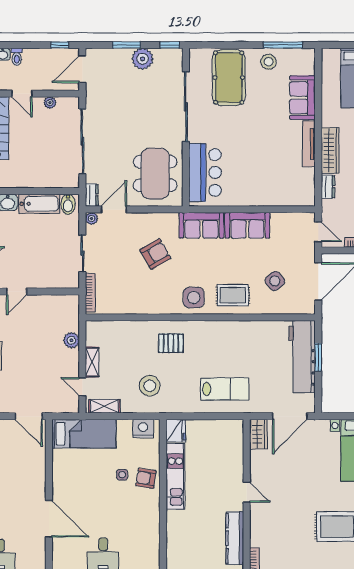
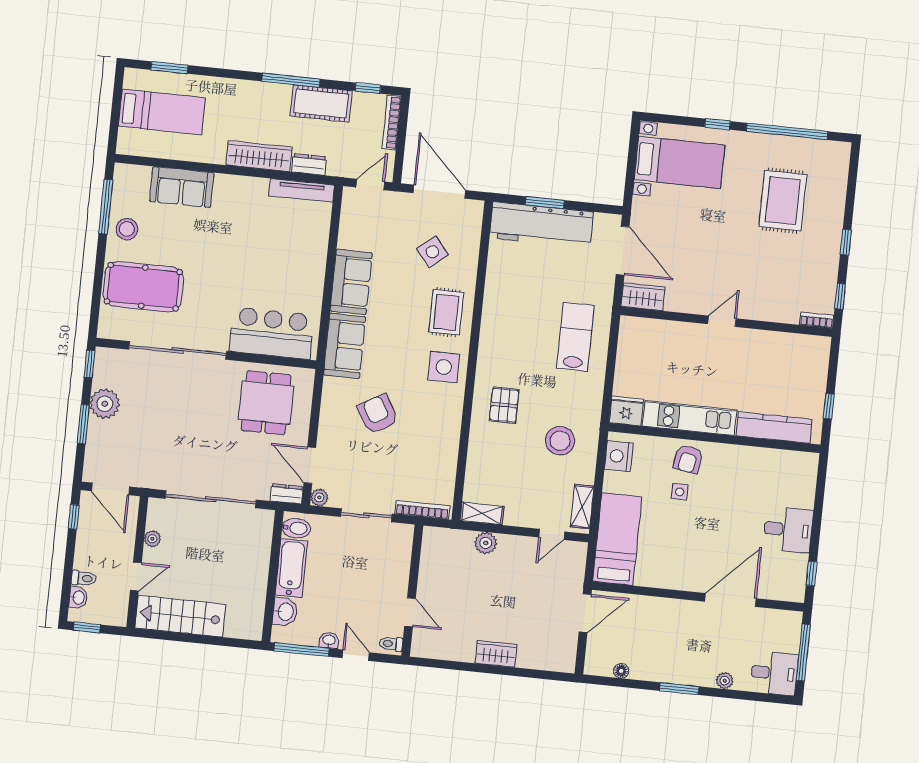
tv unit: (309, 144) -> (302, 190), moved
dining table: (155, 173) -> (266, 403), width x0.73
shelving: (92, 362) -> (482, 513), moved
kitchen counter: (235, 538) -> (774, 427), moved, turned 180

